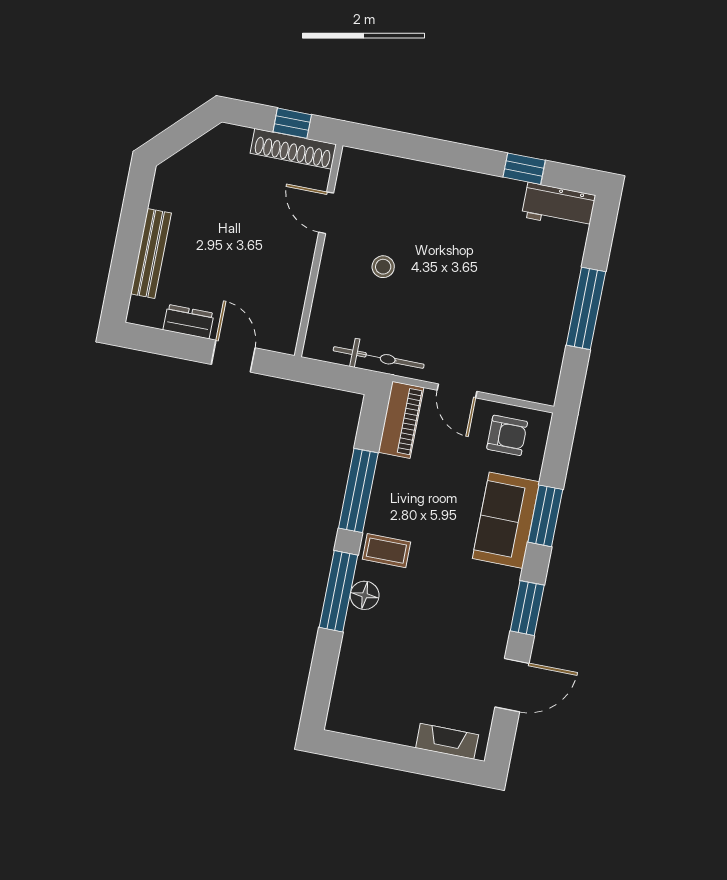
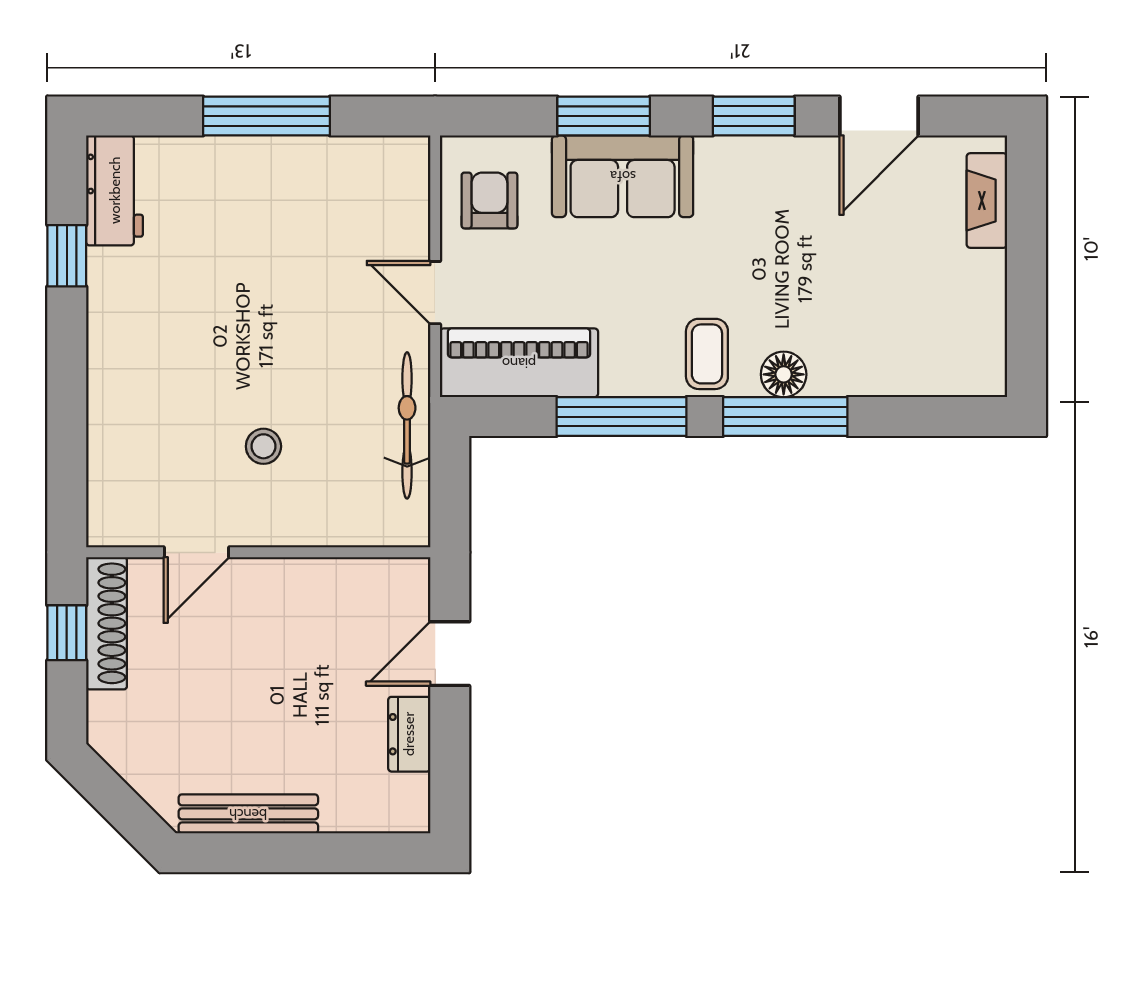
bench: (151, 253) -> (248, 814), moved
door: (457, 391) -> (435, 293), swing flipped
piano: (401, 420) -> (519, 363), width x1.37, depth x1.33
door: (512, 685) -> (879, 116), swing flipped

